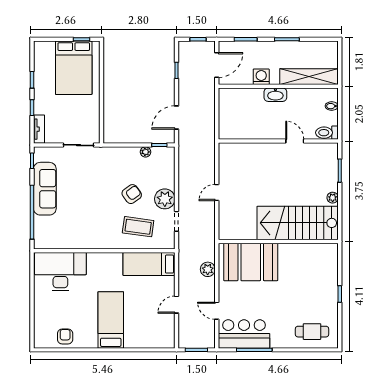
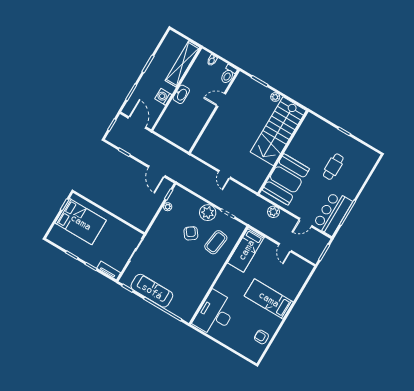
cafe table: (312, 332) -> (333, 167), moved

